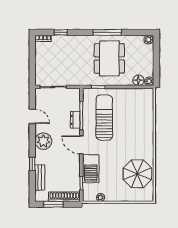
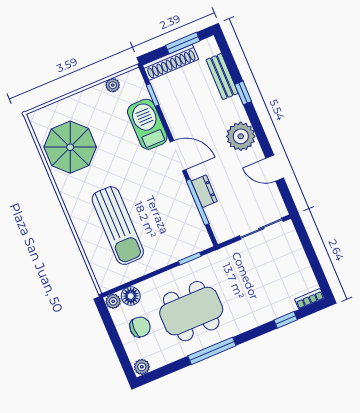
dining table: (109, 58) -> (191, 311), turned 90
chair: (140, 61) -> (140, 327), added
sun lounger: (104, 118) -> (118, 226), moved

